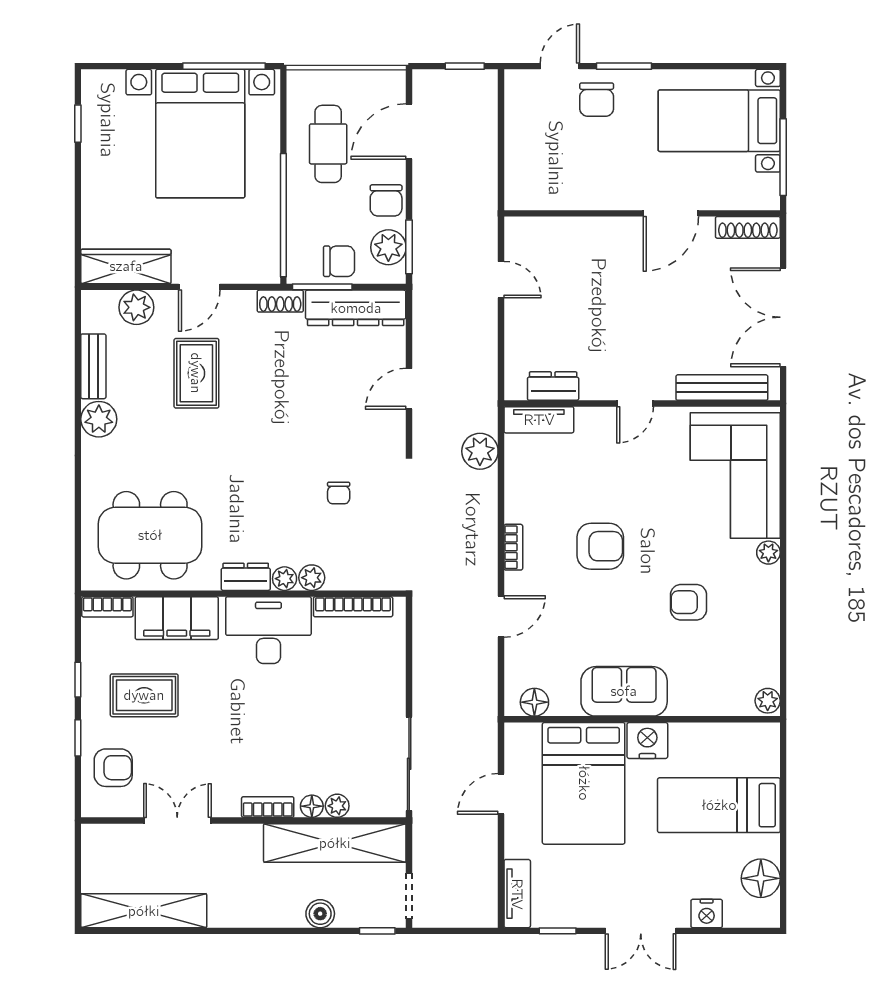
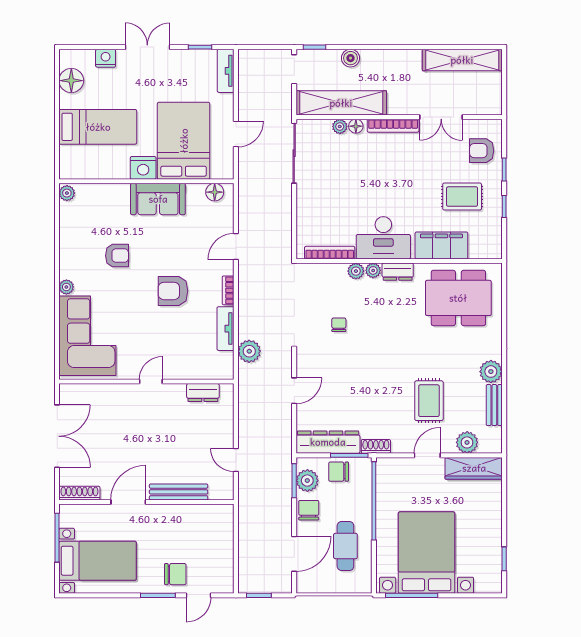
chair: (597, 100) -> (175, 574), turned 90
bench: (722, 388) -> (179, 492), moved
tv unit: (539, 420) -> (226, 329), moved, turned -90
bookcase: (107, 607) -> (485, 253), removed
bookcase: (268, 807) -> (393, 126), width x1.56

